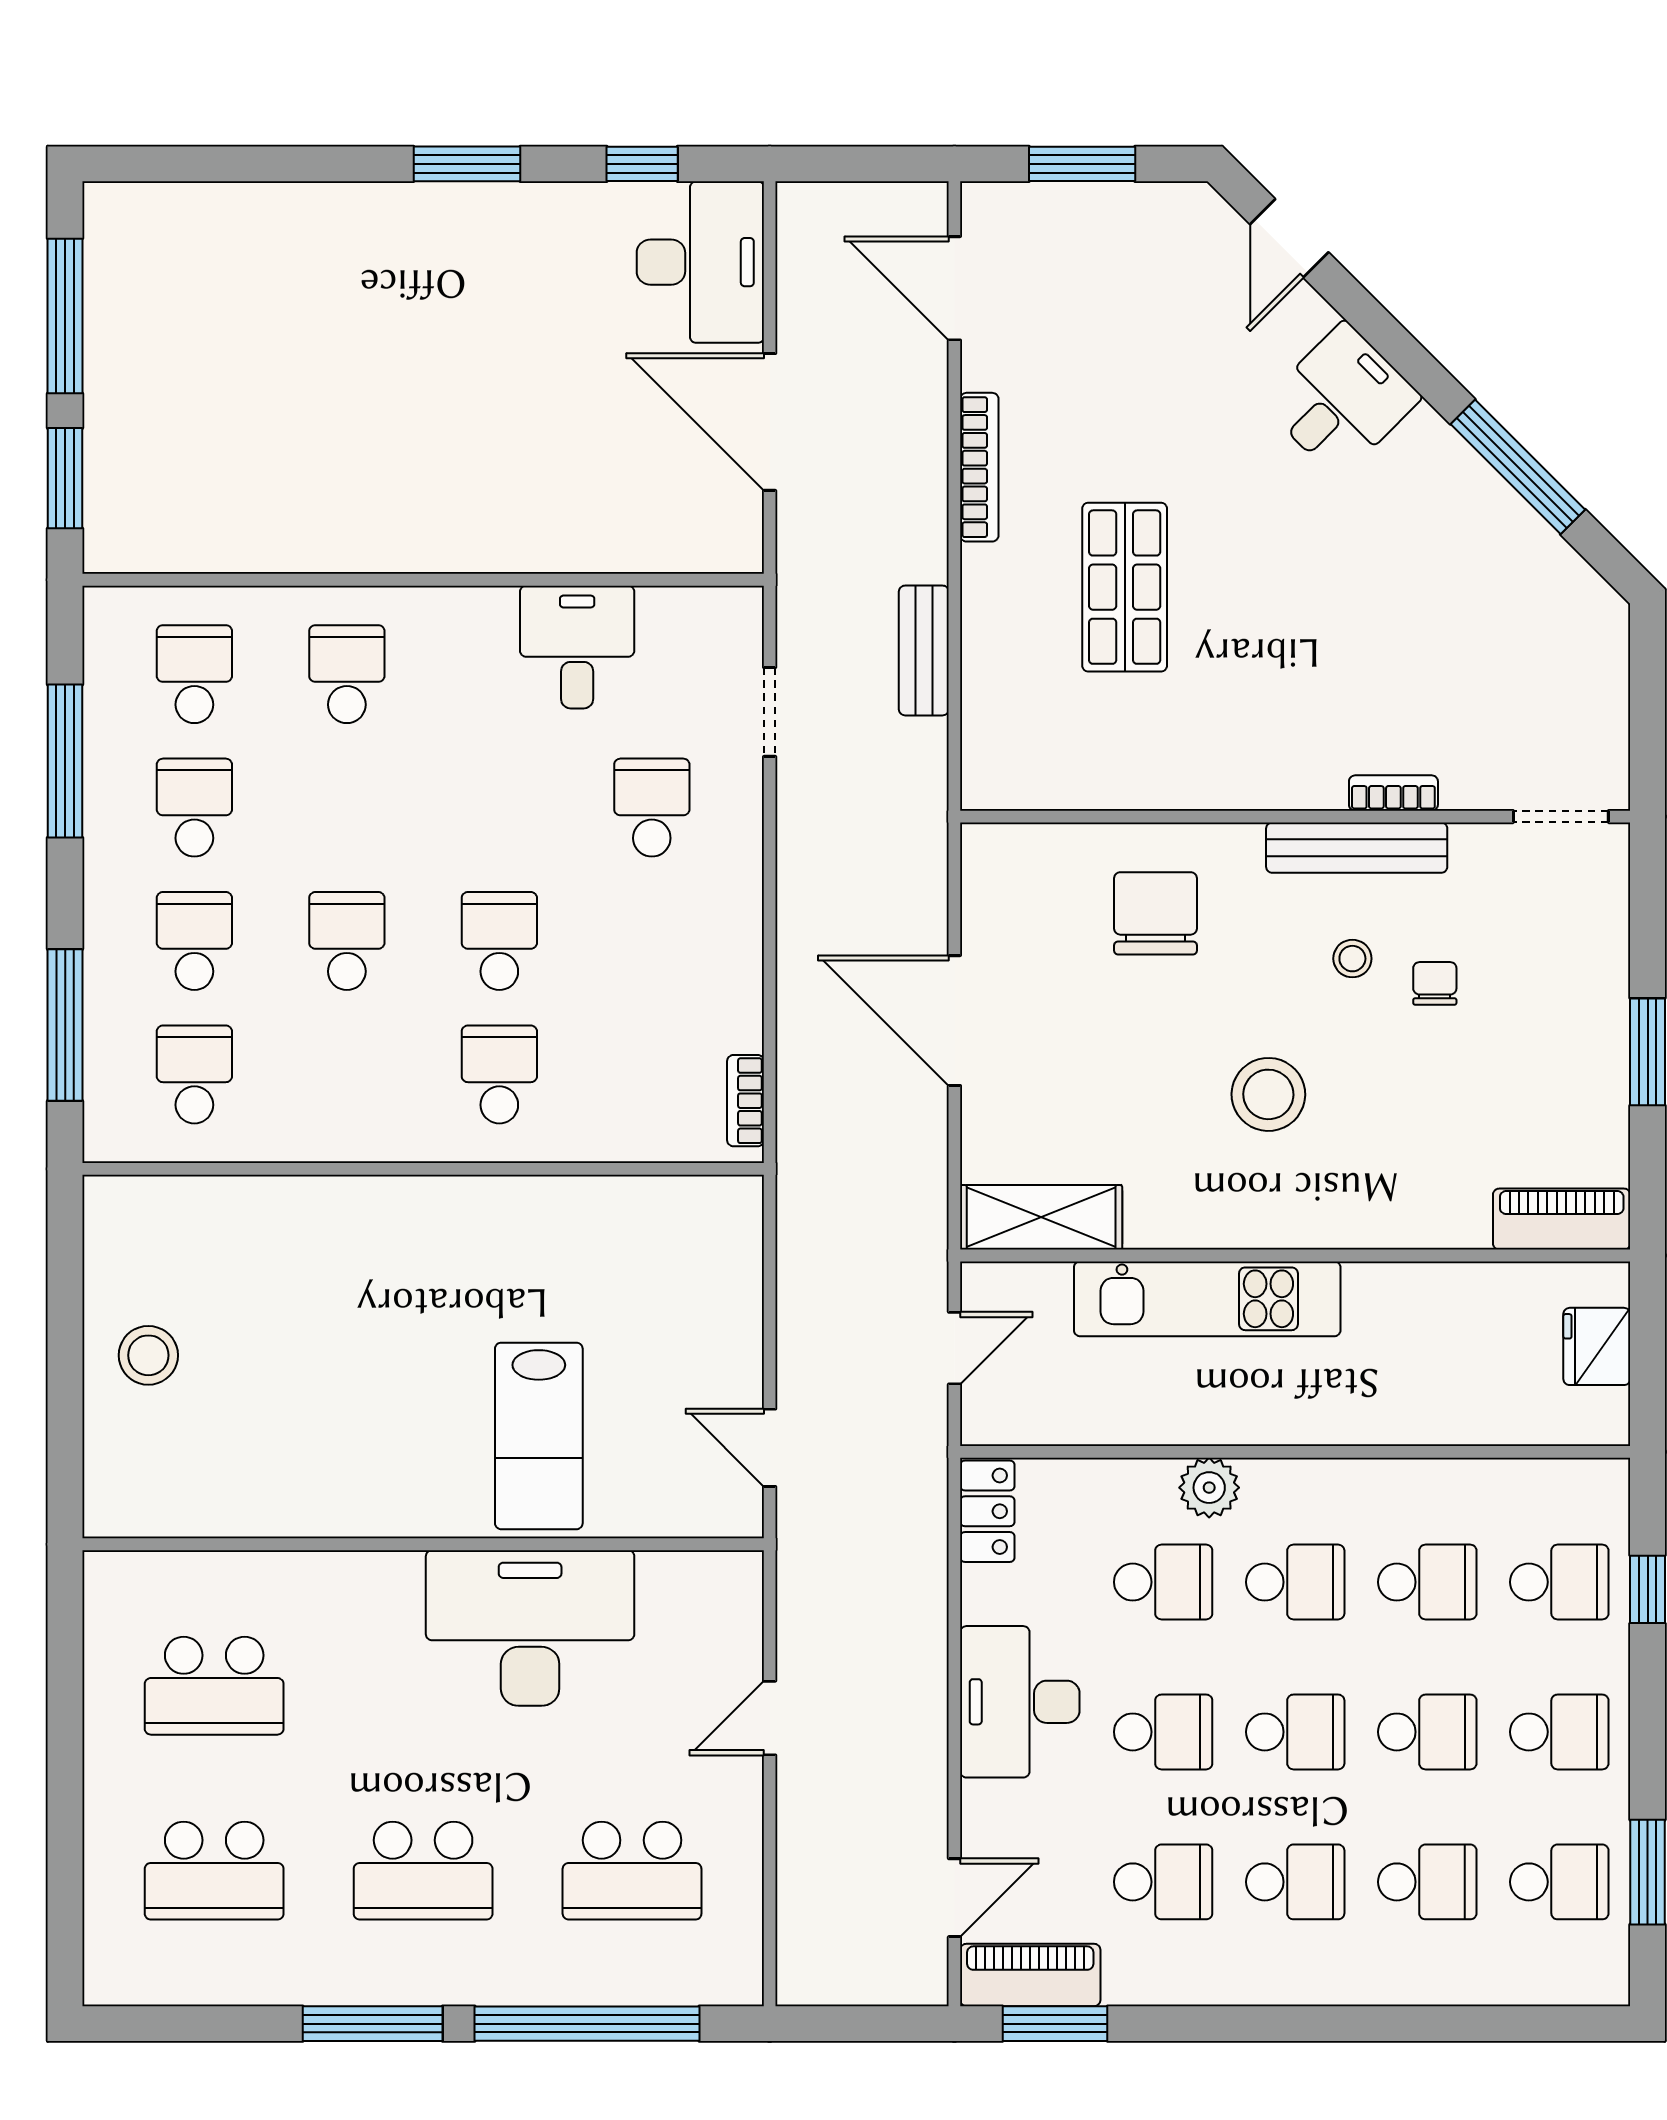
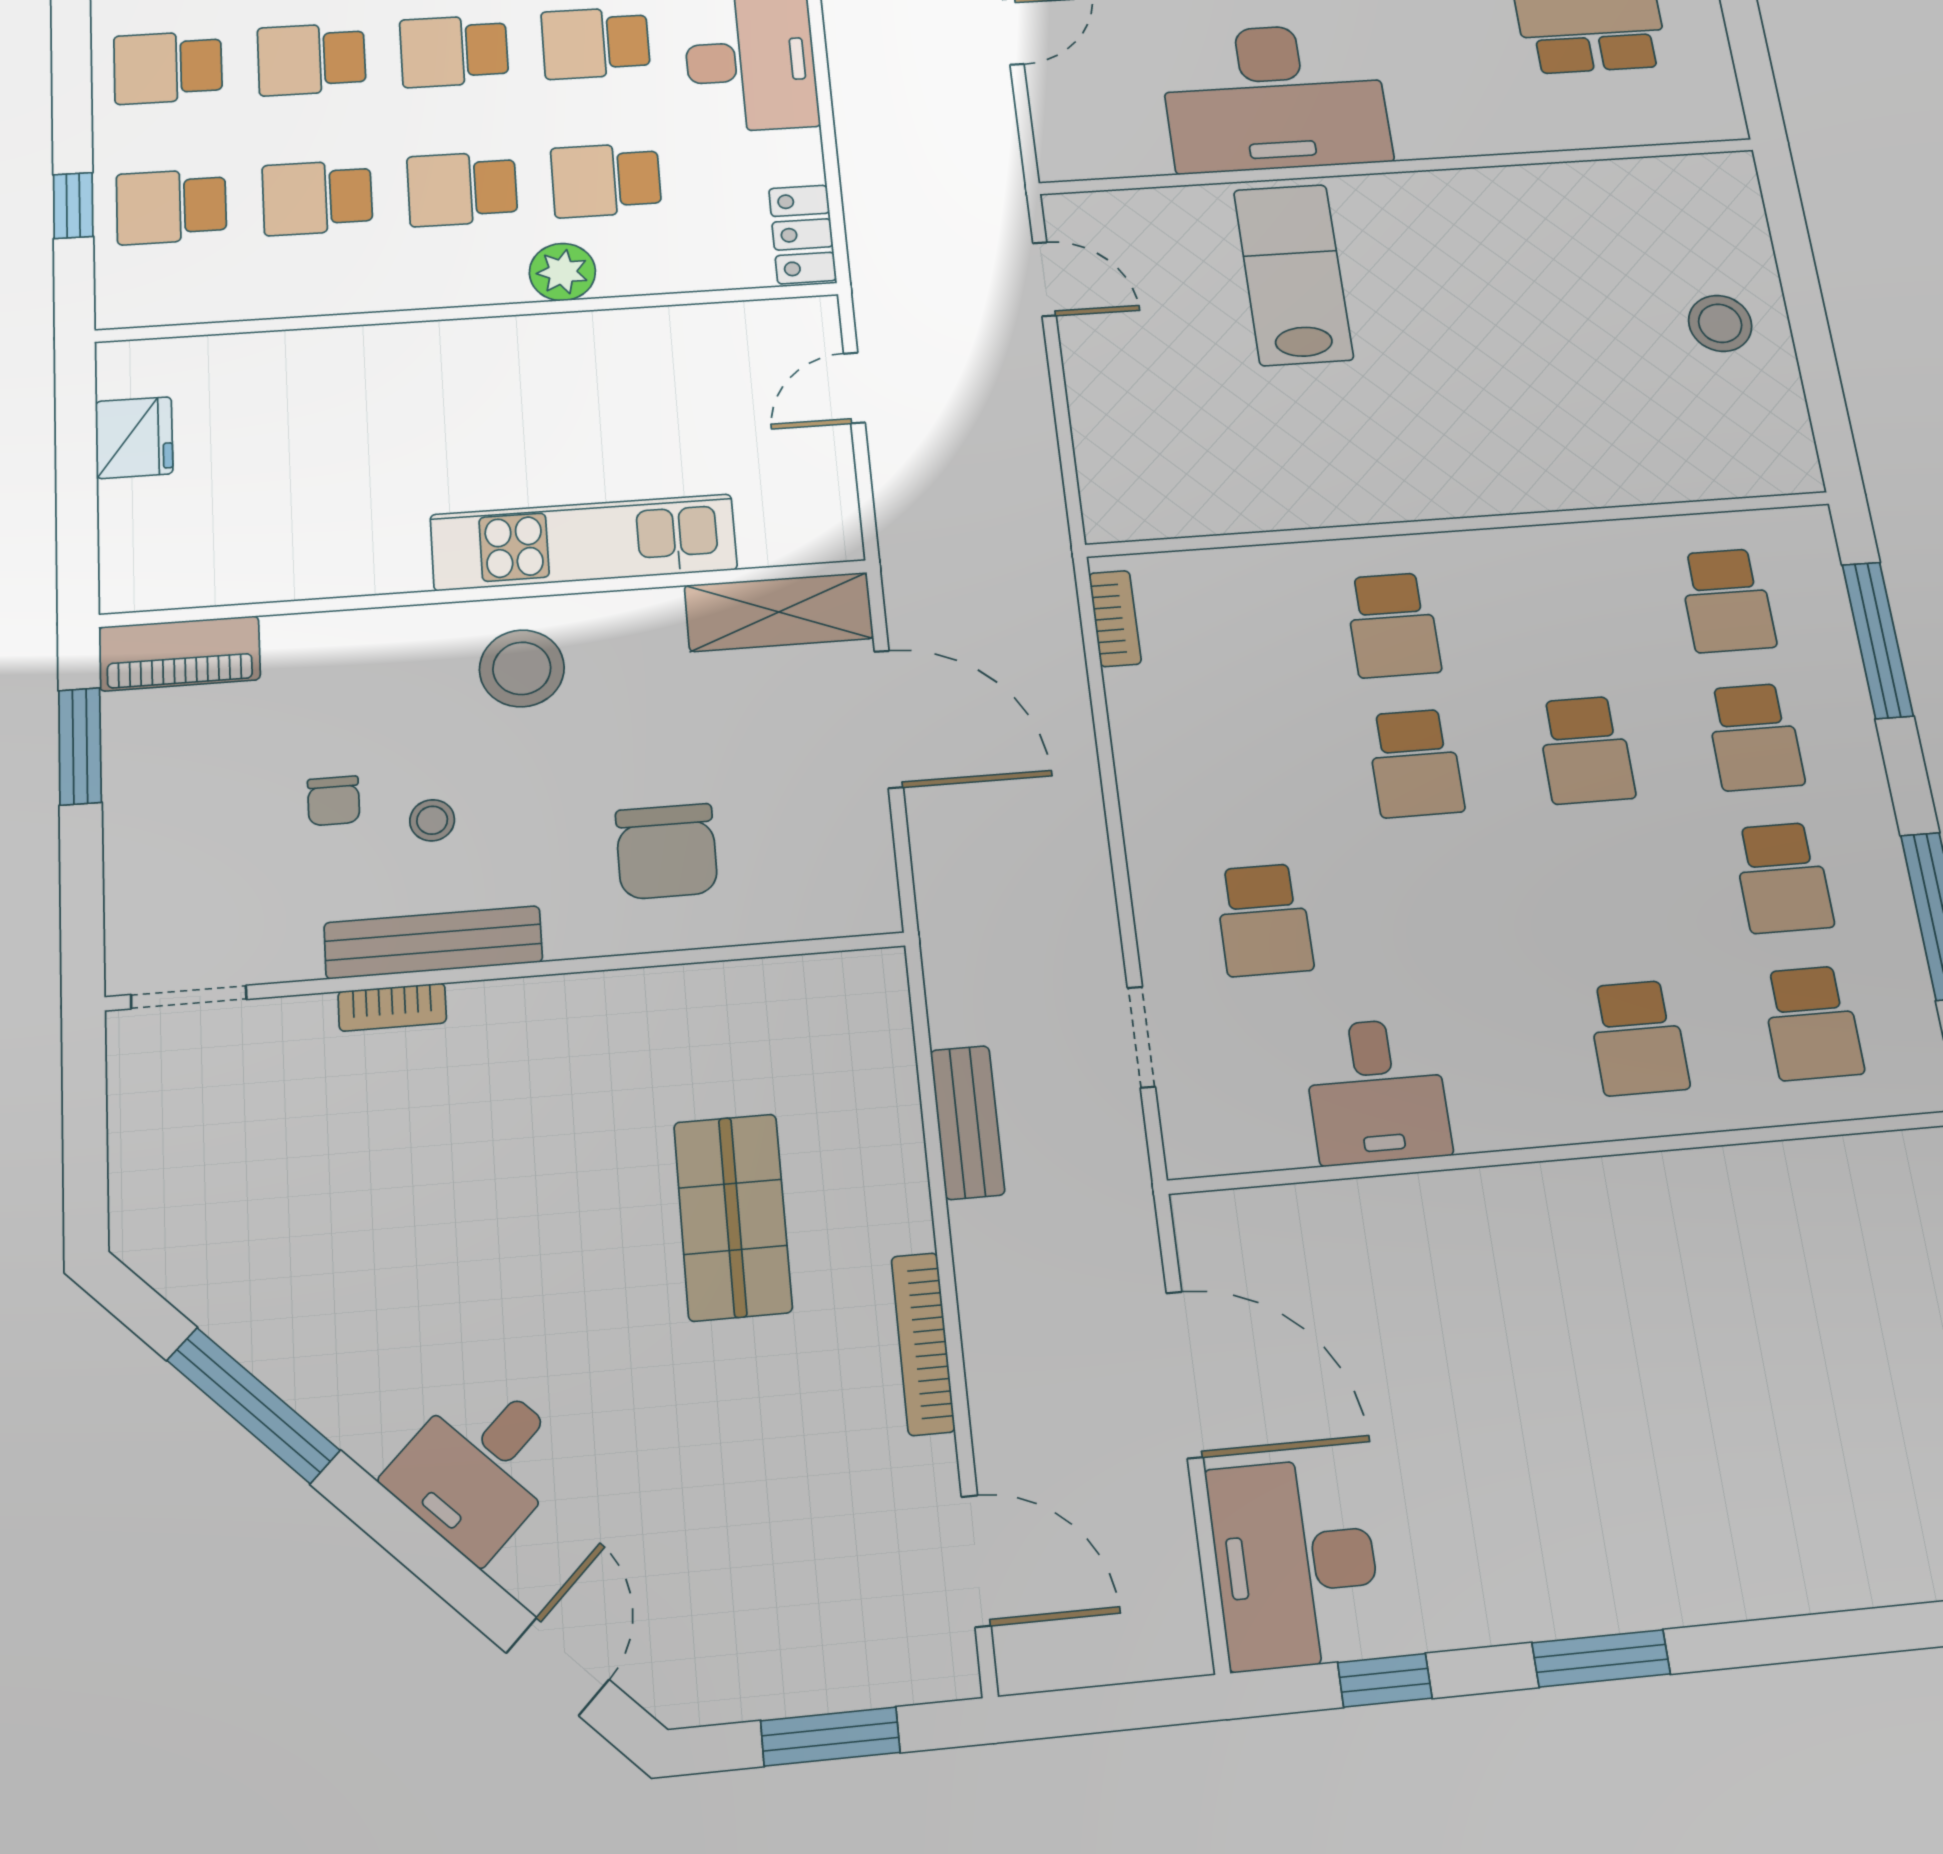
shelving: (1041, 1217) -> (779, 612), moved
piano: (1562, 1219) -> (179, 653), moved
wall: (1295, 1255) -> (486, 594), moved
kitchen unit: (1207, 1299) -> (584, 542), moved

